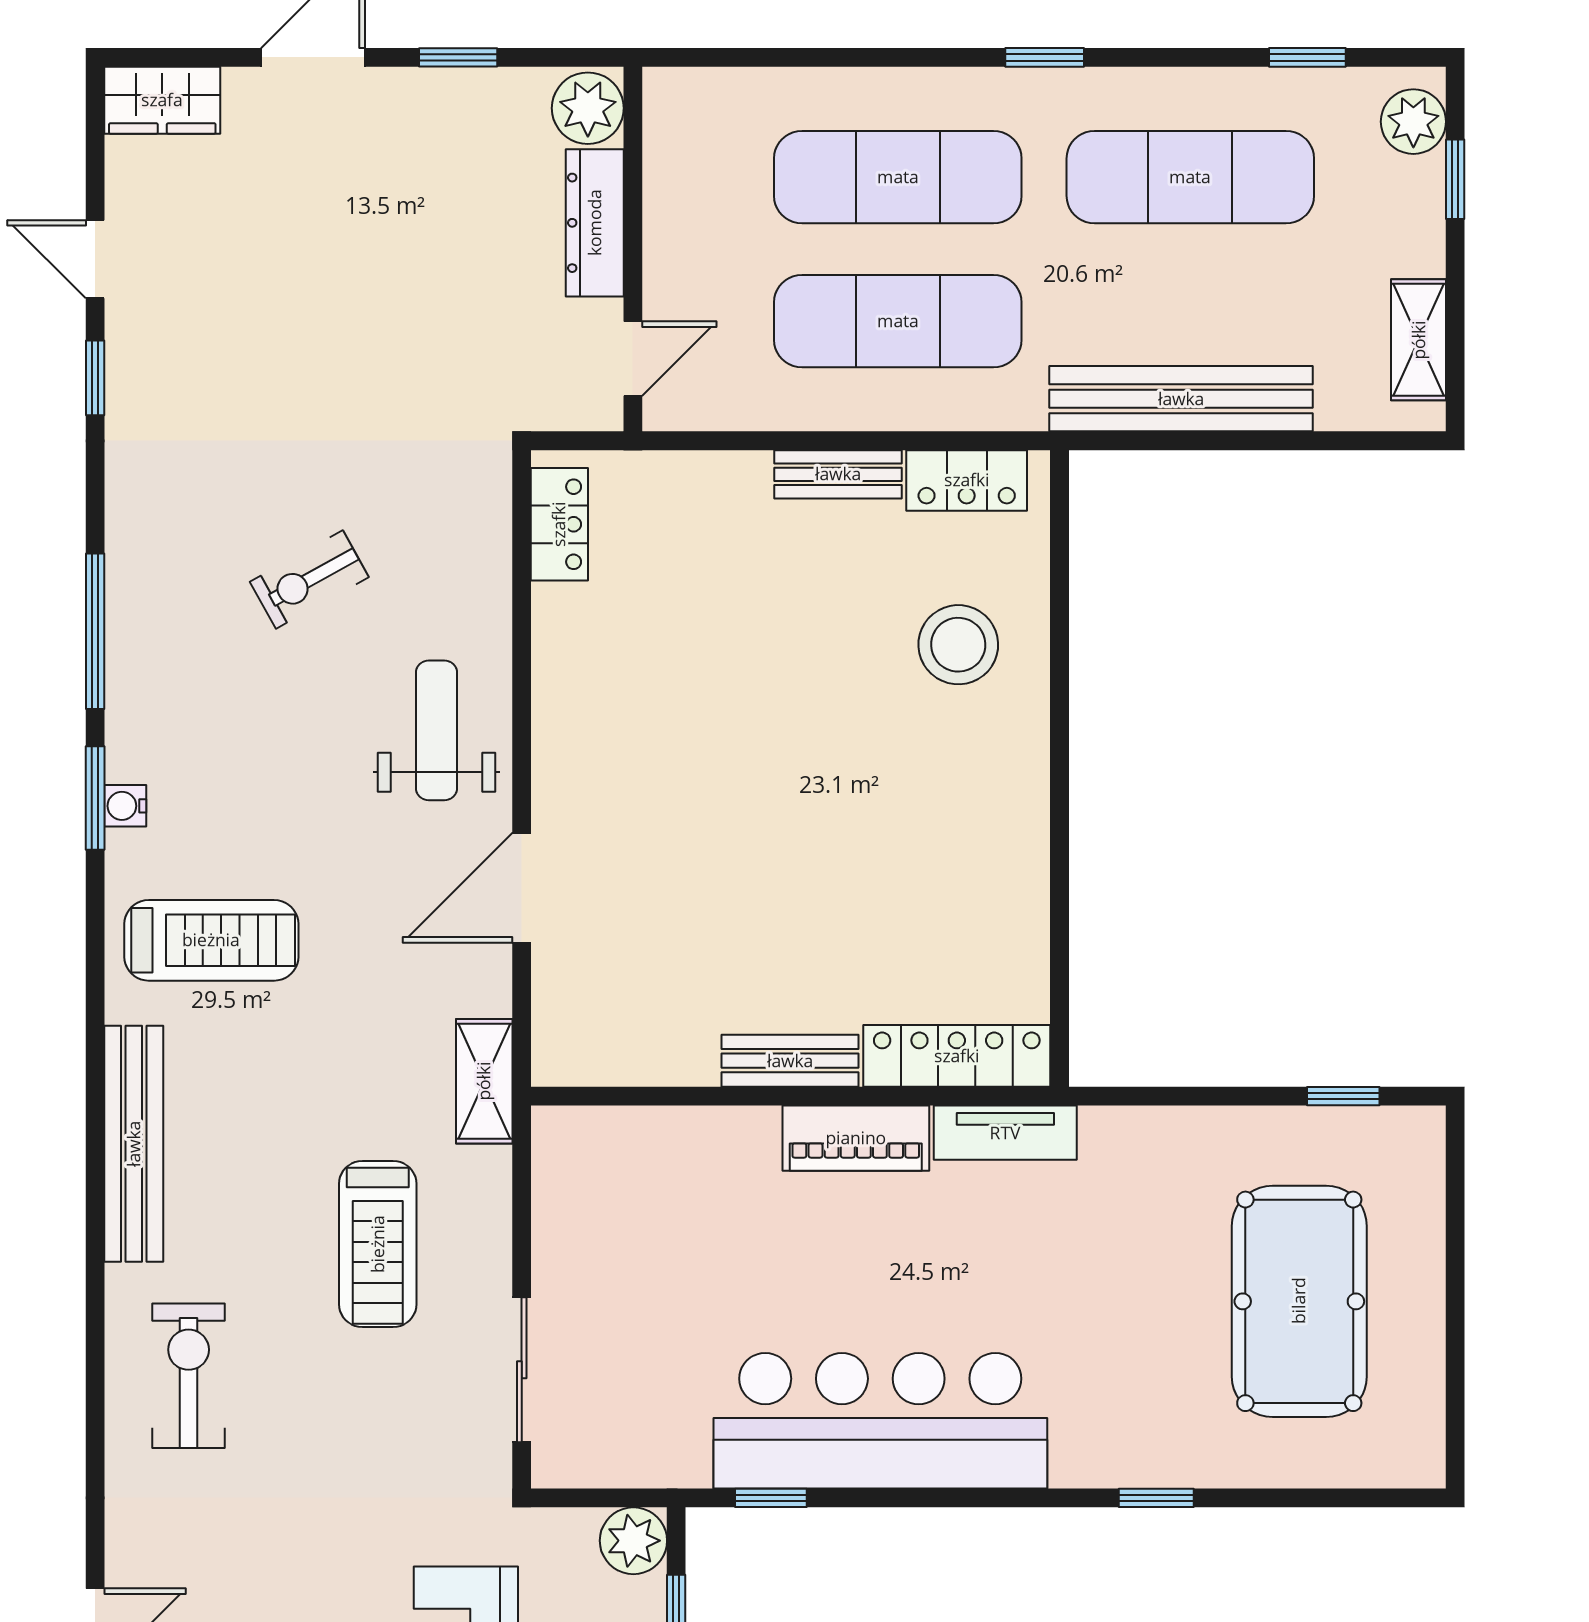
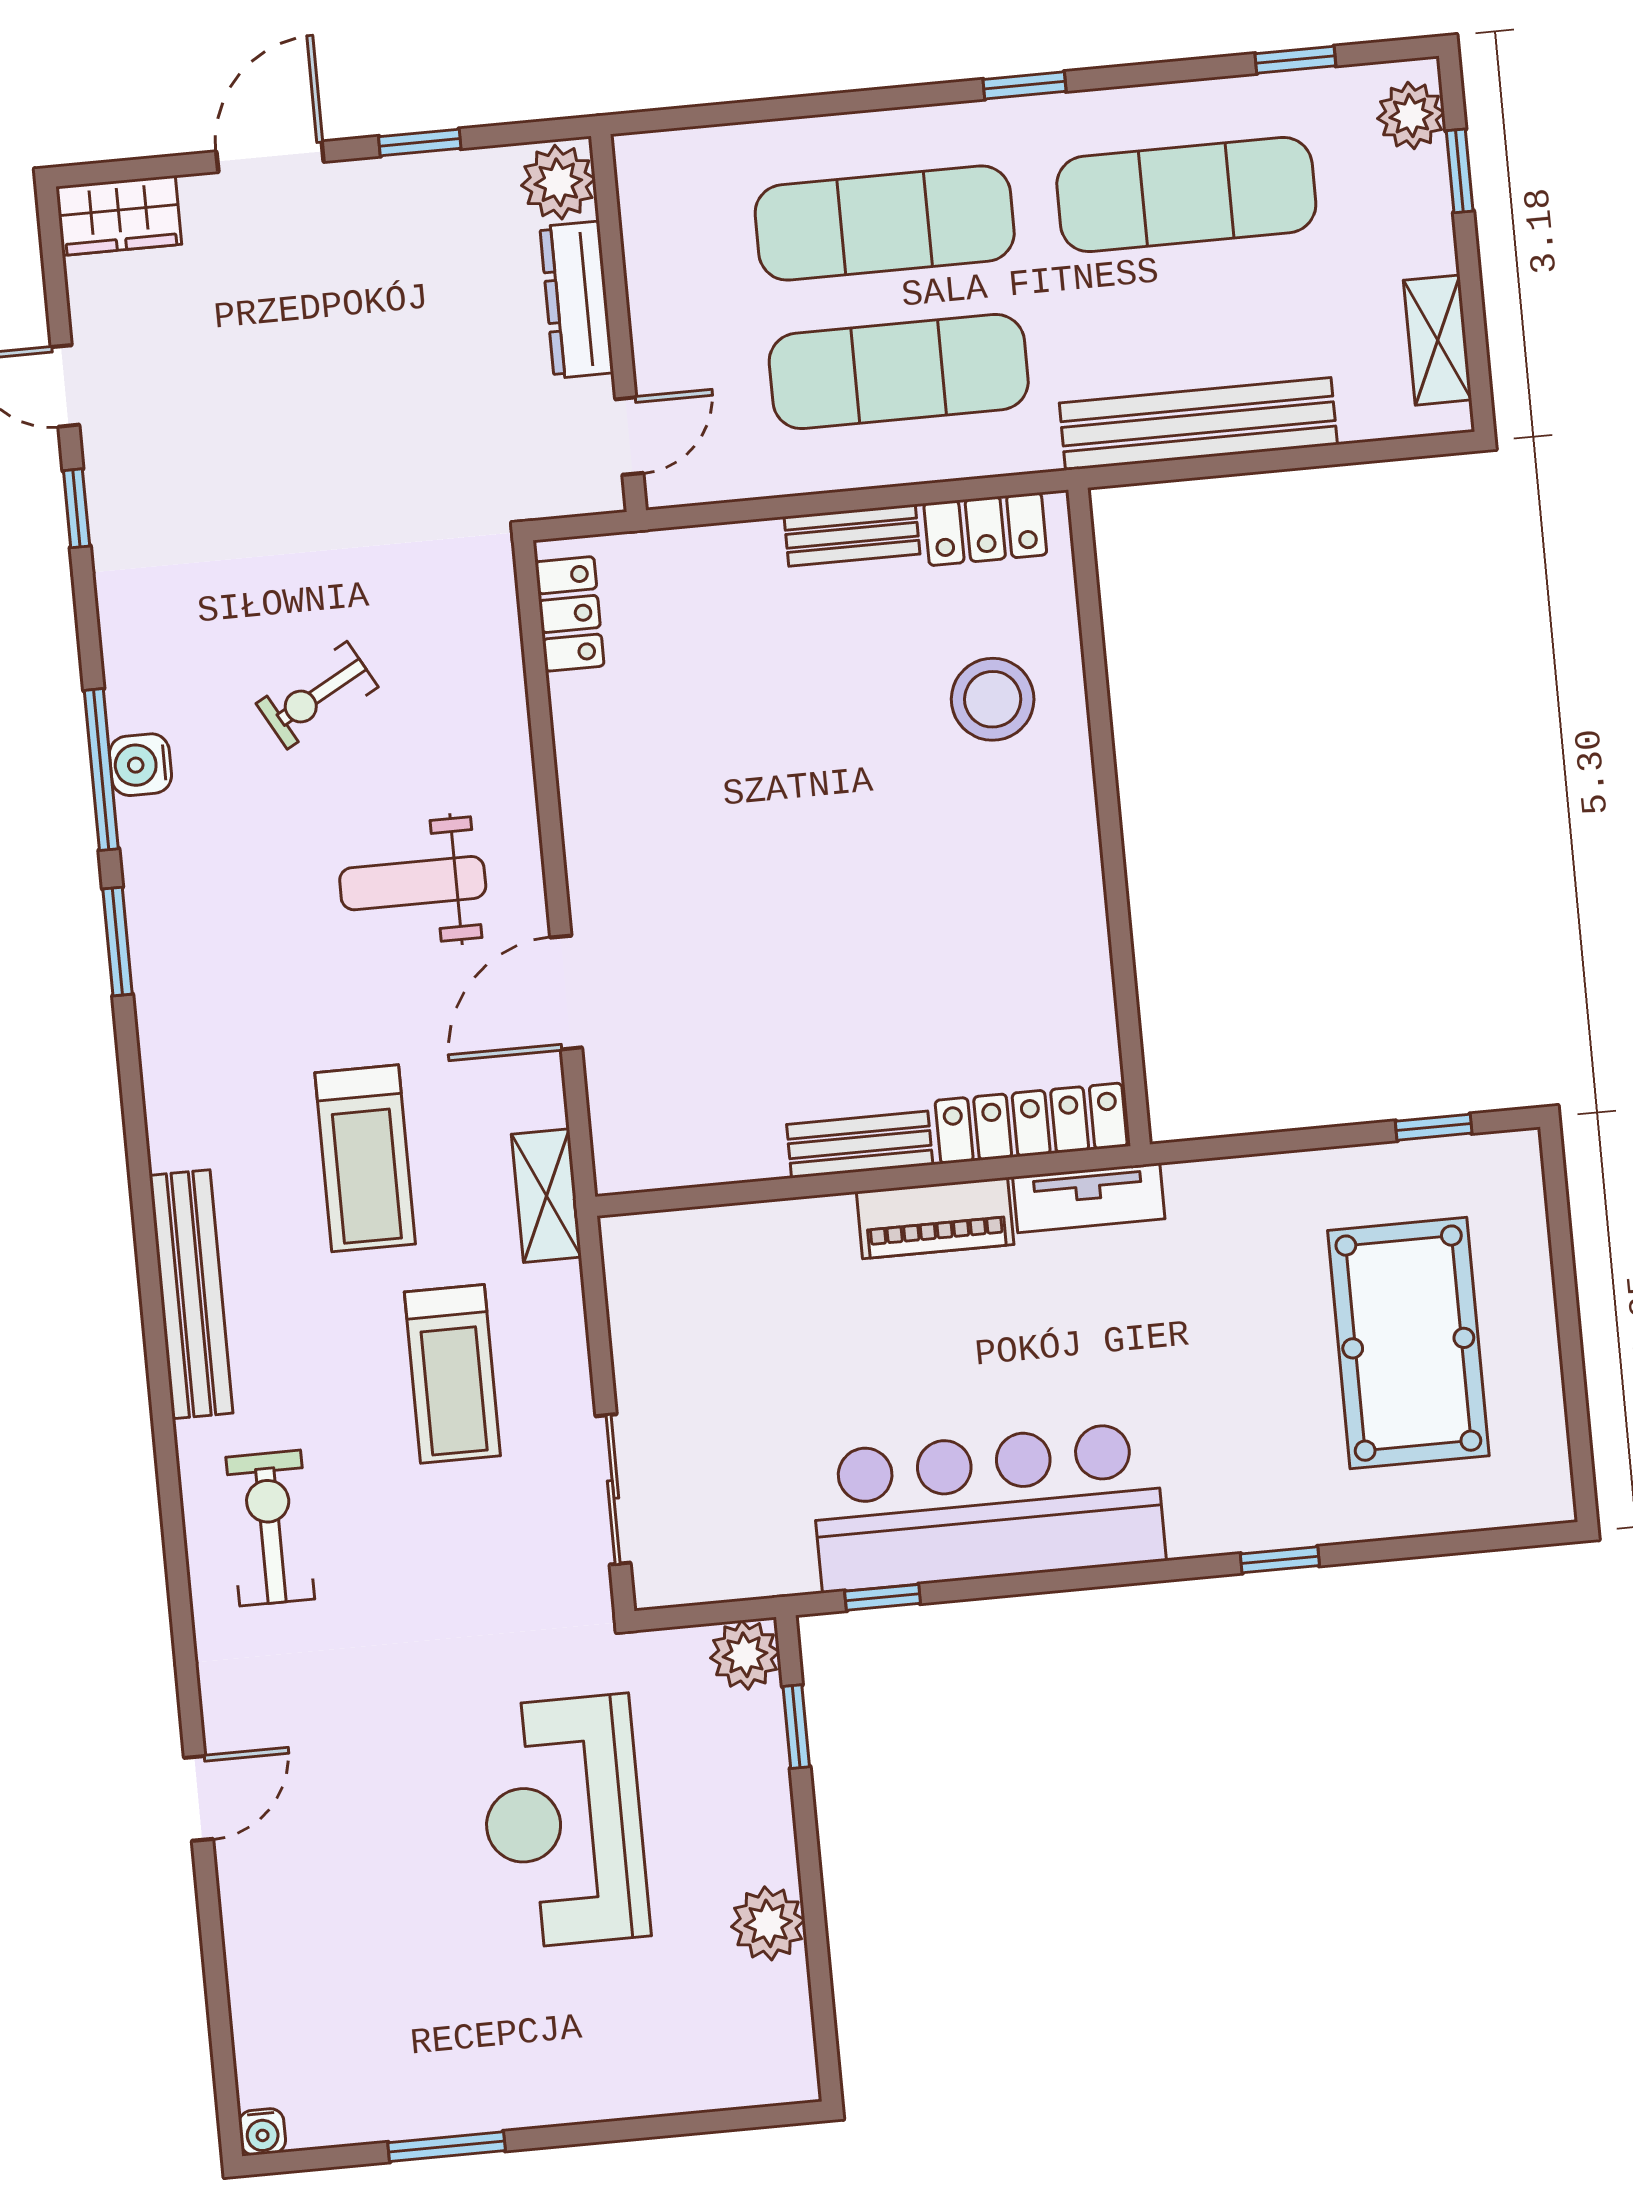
weight bench: (436, 730) -> (413, 883), moved, turned -90
water cooler: (125, 806) -> (140, 765), moved, width x1.38, depth x1.38
treadmill: (211, 940) -> (365, 1158), moved, turned 90

